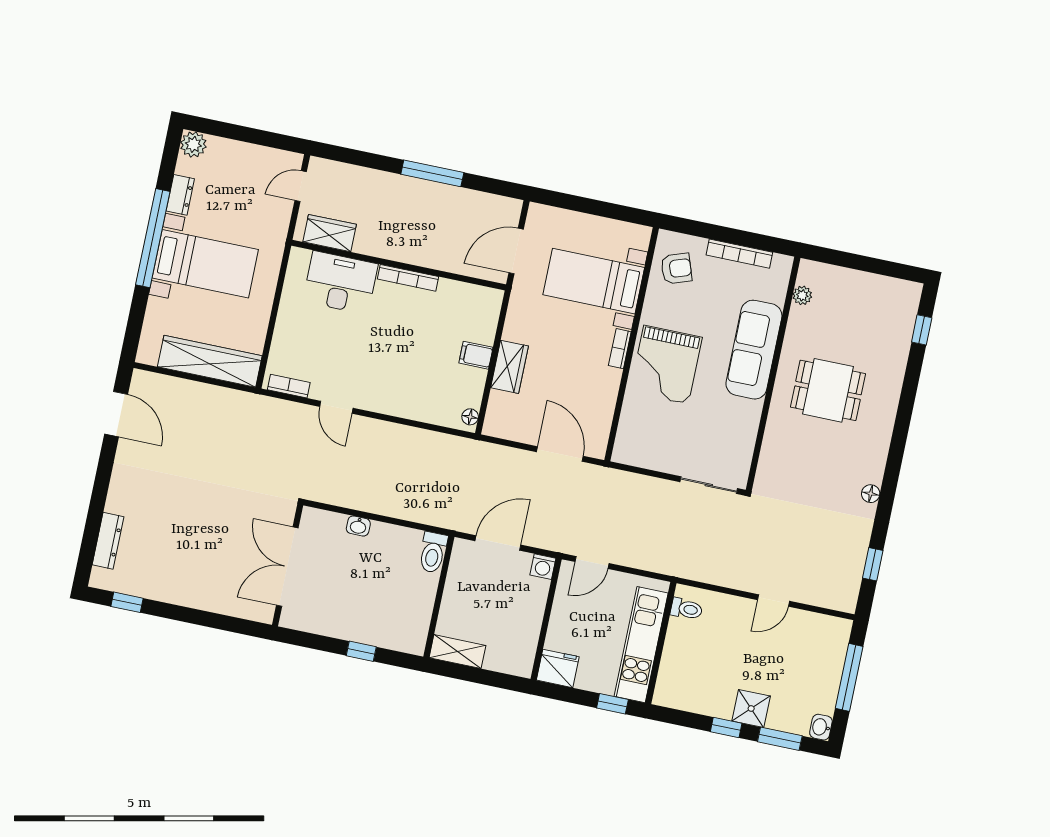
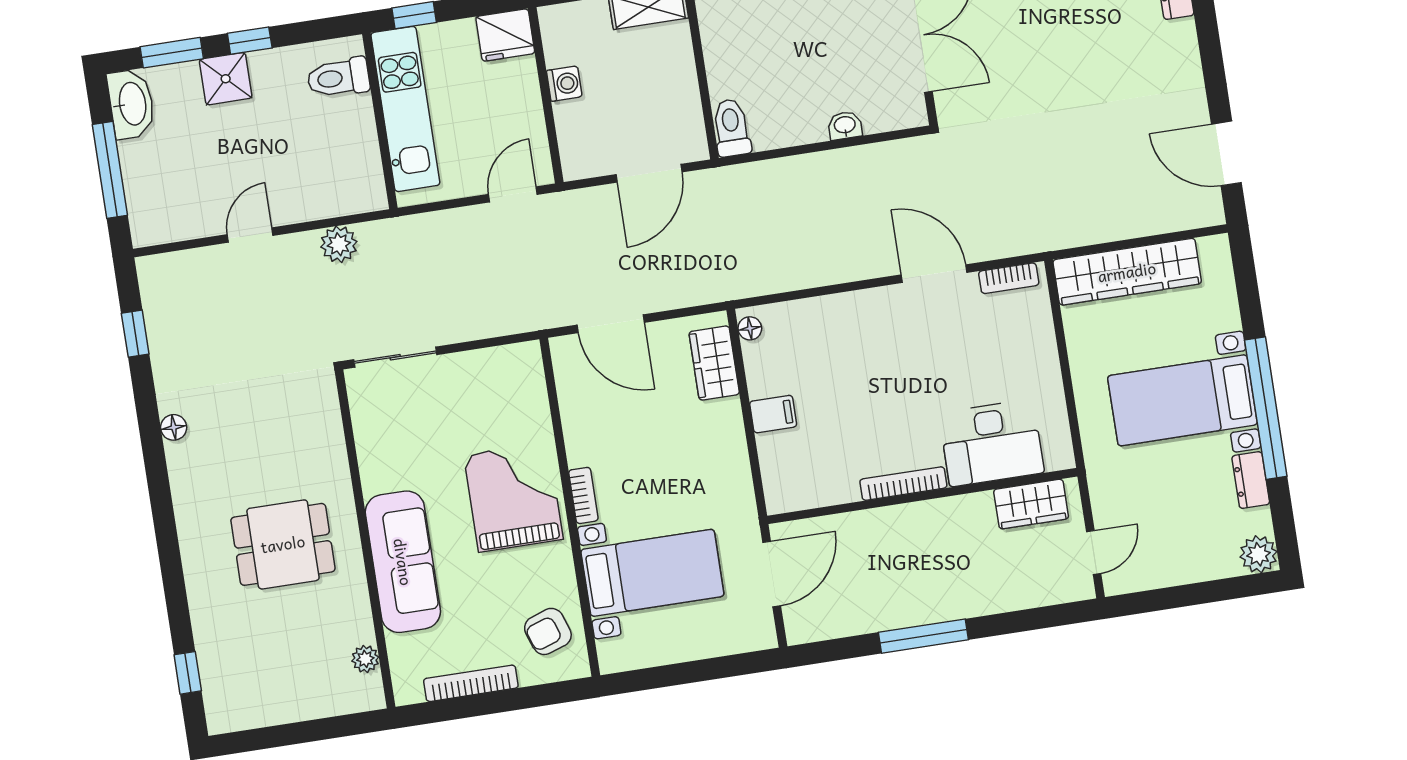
wardrobe: (509, 367) -> (714, 363), moved
door: (336, 407) -> (934, 274), width x1.38
washing machine: (543, 567) -> (564, 84), moved, turned 90
plant: (718, 573) -> (339, 244), added
toilet: (686, 609) -> (338, 78), moved, width x1.37, depth x1.39
washbasin: (821, 727) -> (131, 104), width x1.91, depth x1.45

